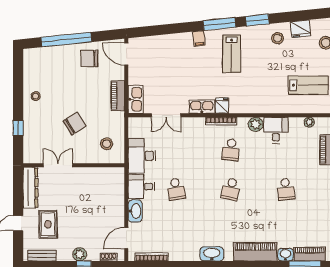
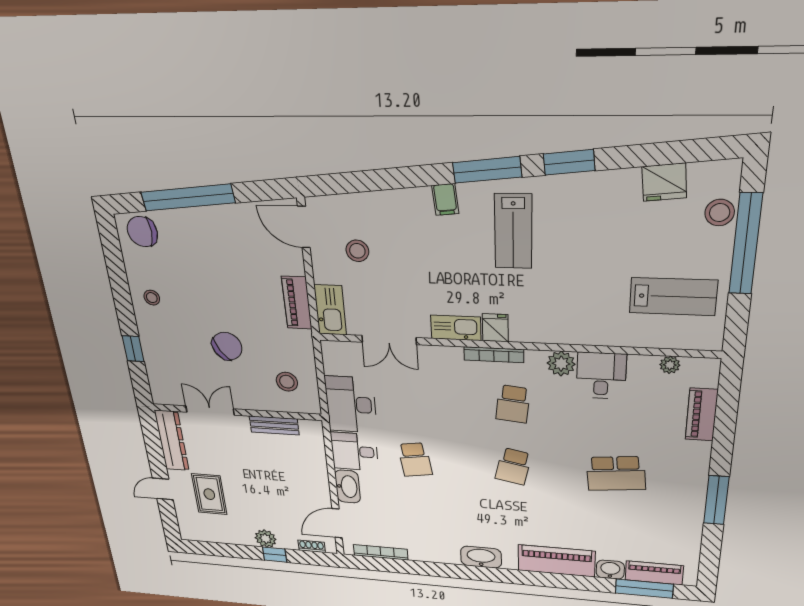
stool: (278, 38) -> (357, 251), moved
chair: (89, 58) -> (142, 232), moved
school desk: (286, 189) -> (616, 474), width x1.85
bench: (42, 256) -> (274, 425), moved

